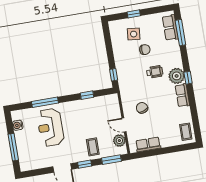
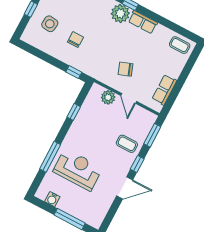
chair: (145, 50) -> (75, 40), moved
wheelchair: (155, 72) -> (101, 31), removed
door: (124, 125) -> (129, 98), hinge flipped
reception desk: (50, 127) -> (78, 170), turned 180
plant: (119, 141) -> (108, 97), moved

